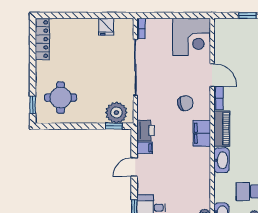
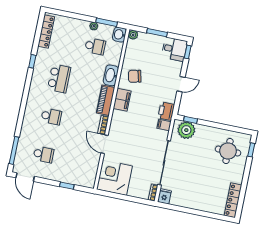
fridge: (106, 27) -> (164, 196), moved
chair: (185, 103) -> (135, 76), moved
filing cabinet: (145, 148) -> (164, 125), moved

